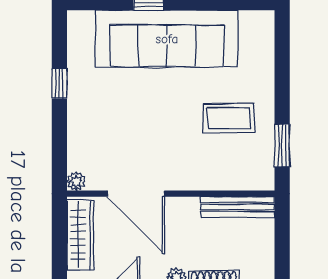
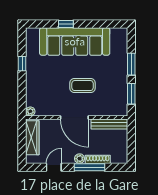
window: (282, 85) -> (131, 64), added
coffee table: (229, 118) -> (83, 86), moved
door: (136, 194) -> (74, 117), moved

